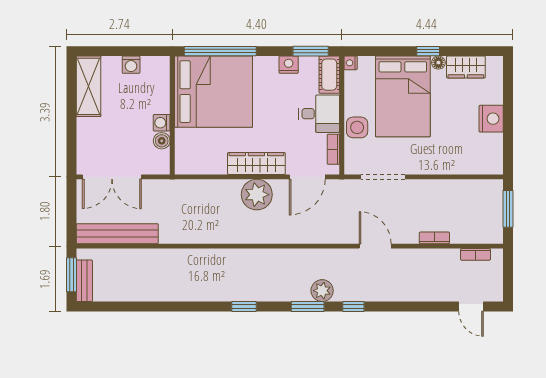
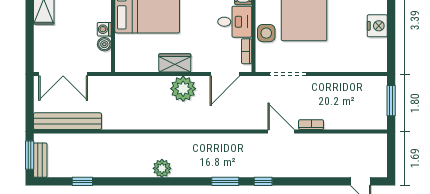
wardrobe: (256, 163) -> (175, 63), width x0.67
bookcase: (434, 238) -> (311, 125), moved
bookcase: (476, 254) -> (364, 138), removed
plant: (322, 291) -> (162, 168), moved
window: (244, 306) -> (82, 181), moved

